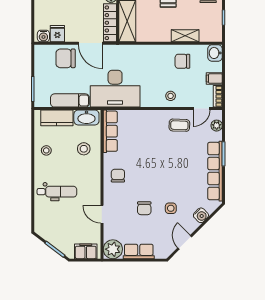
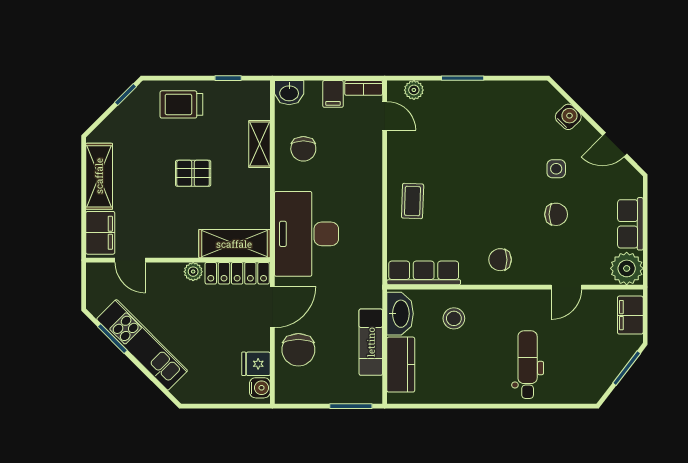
desk: (115, 89) -> (307, 234), moved, turned 180
stool: (171, 96) -> (363, 169), removed
coffee table: (179, 125) -> (413, 201), moved
stool: (46, 150) -> (457, 383), removed
row of seats: (215, 171) -> (492, 93), removed

